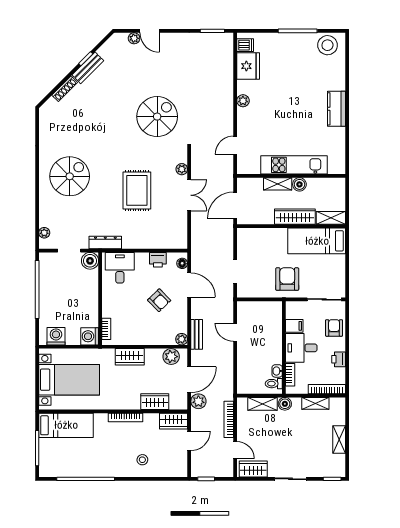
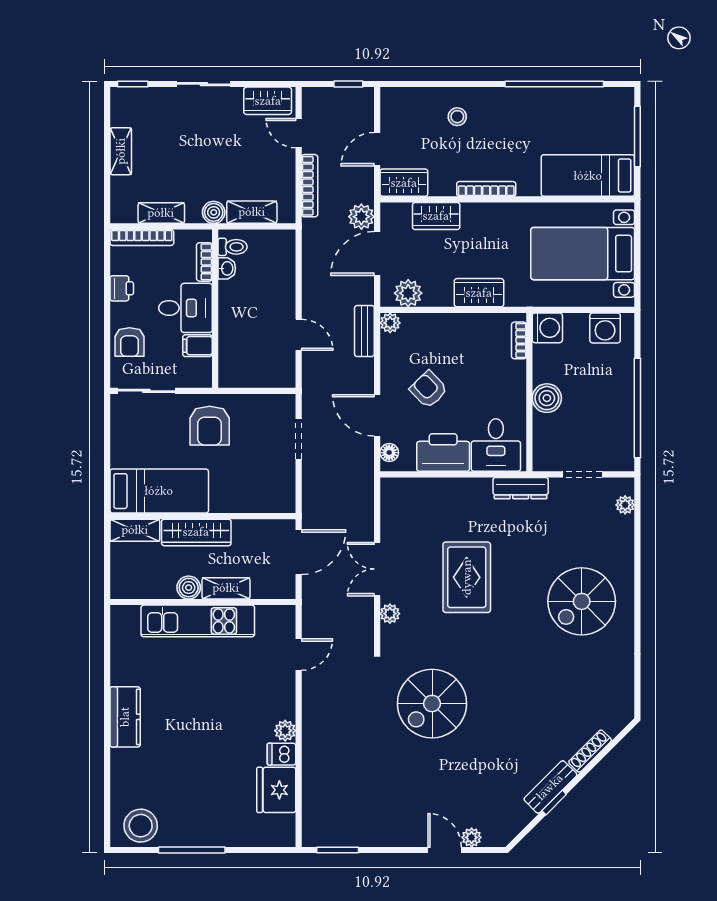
dishwasher: (245, 45) -> (281, 754), moved
printer: (158, 260) -> (443, 453), width x1.87, depth x1.48
boiler: (90, 261) -> (547, 398), moved

